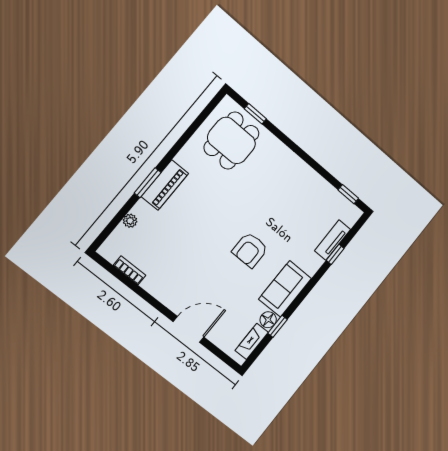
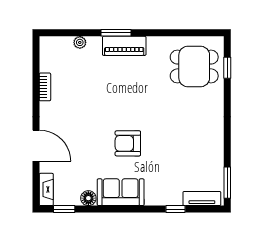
window: (348, 194) -> (227, 183), width x1.50
tv unit: (332, 240) -> (202, 199), moved
bookcase: (130, 270) -> (45, 87), moved
window: (278, 326) -> (64, 209), moved
fireplace: (252, 341) -> (46, 189), moved, turned 90

